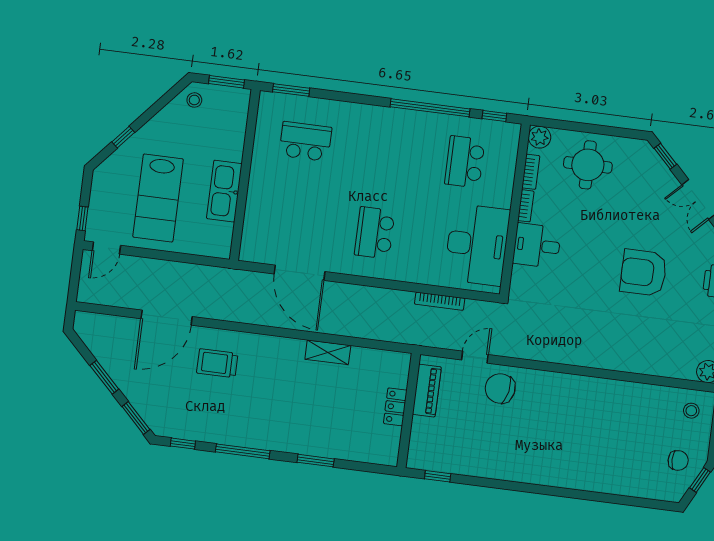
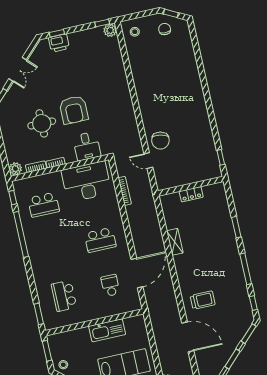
round table: (588, 165) -> (42, 123), moved
school desk: (295, 223) -> (110, 285), added
desk: (537, 246) -> (87, 146), moved
armchair: (643, 273) -> (74, 110), moved
trolley: (217, 363) -> (203, 300), turned -90
piano: (427, 391) -> (176, 180), removed

